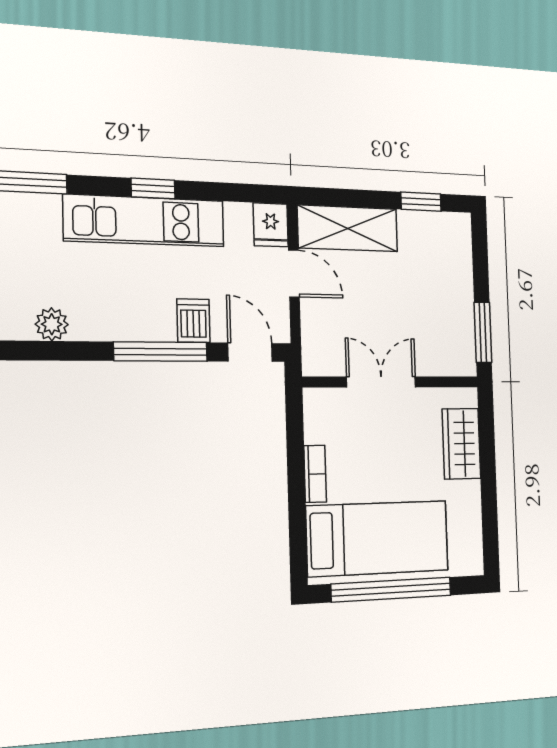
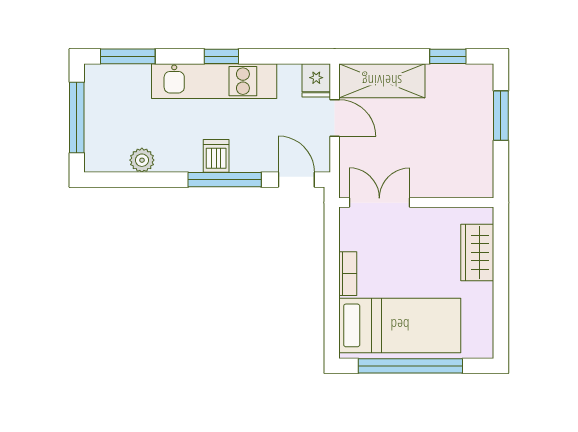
dishwasher: (193, 321) -> (216, 156), moved
window: (483, 332) -> (501, 116), moved
double door: (381, 382) -> (379, 203), moved

